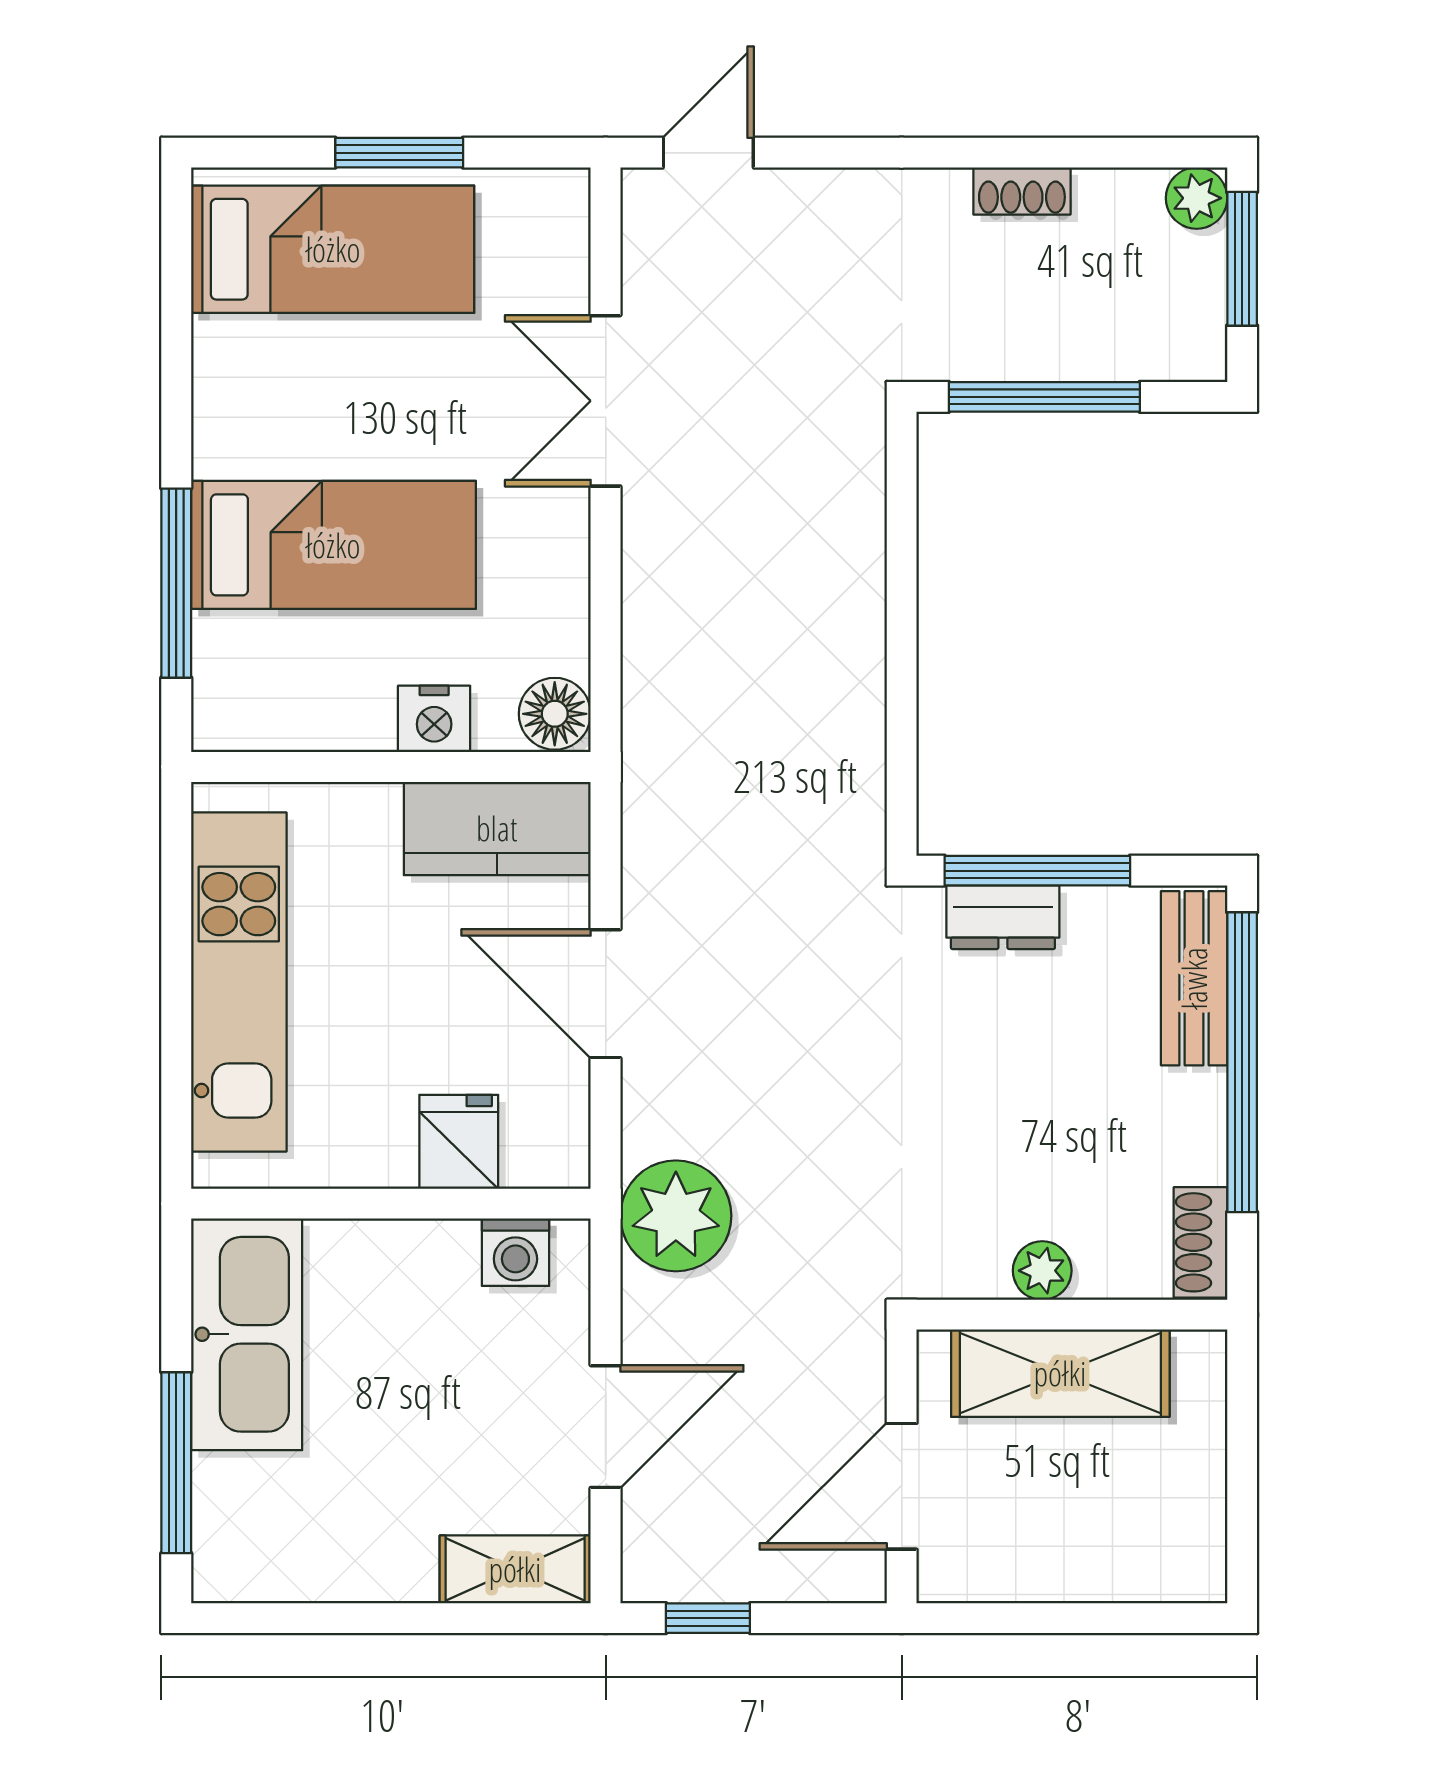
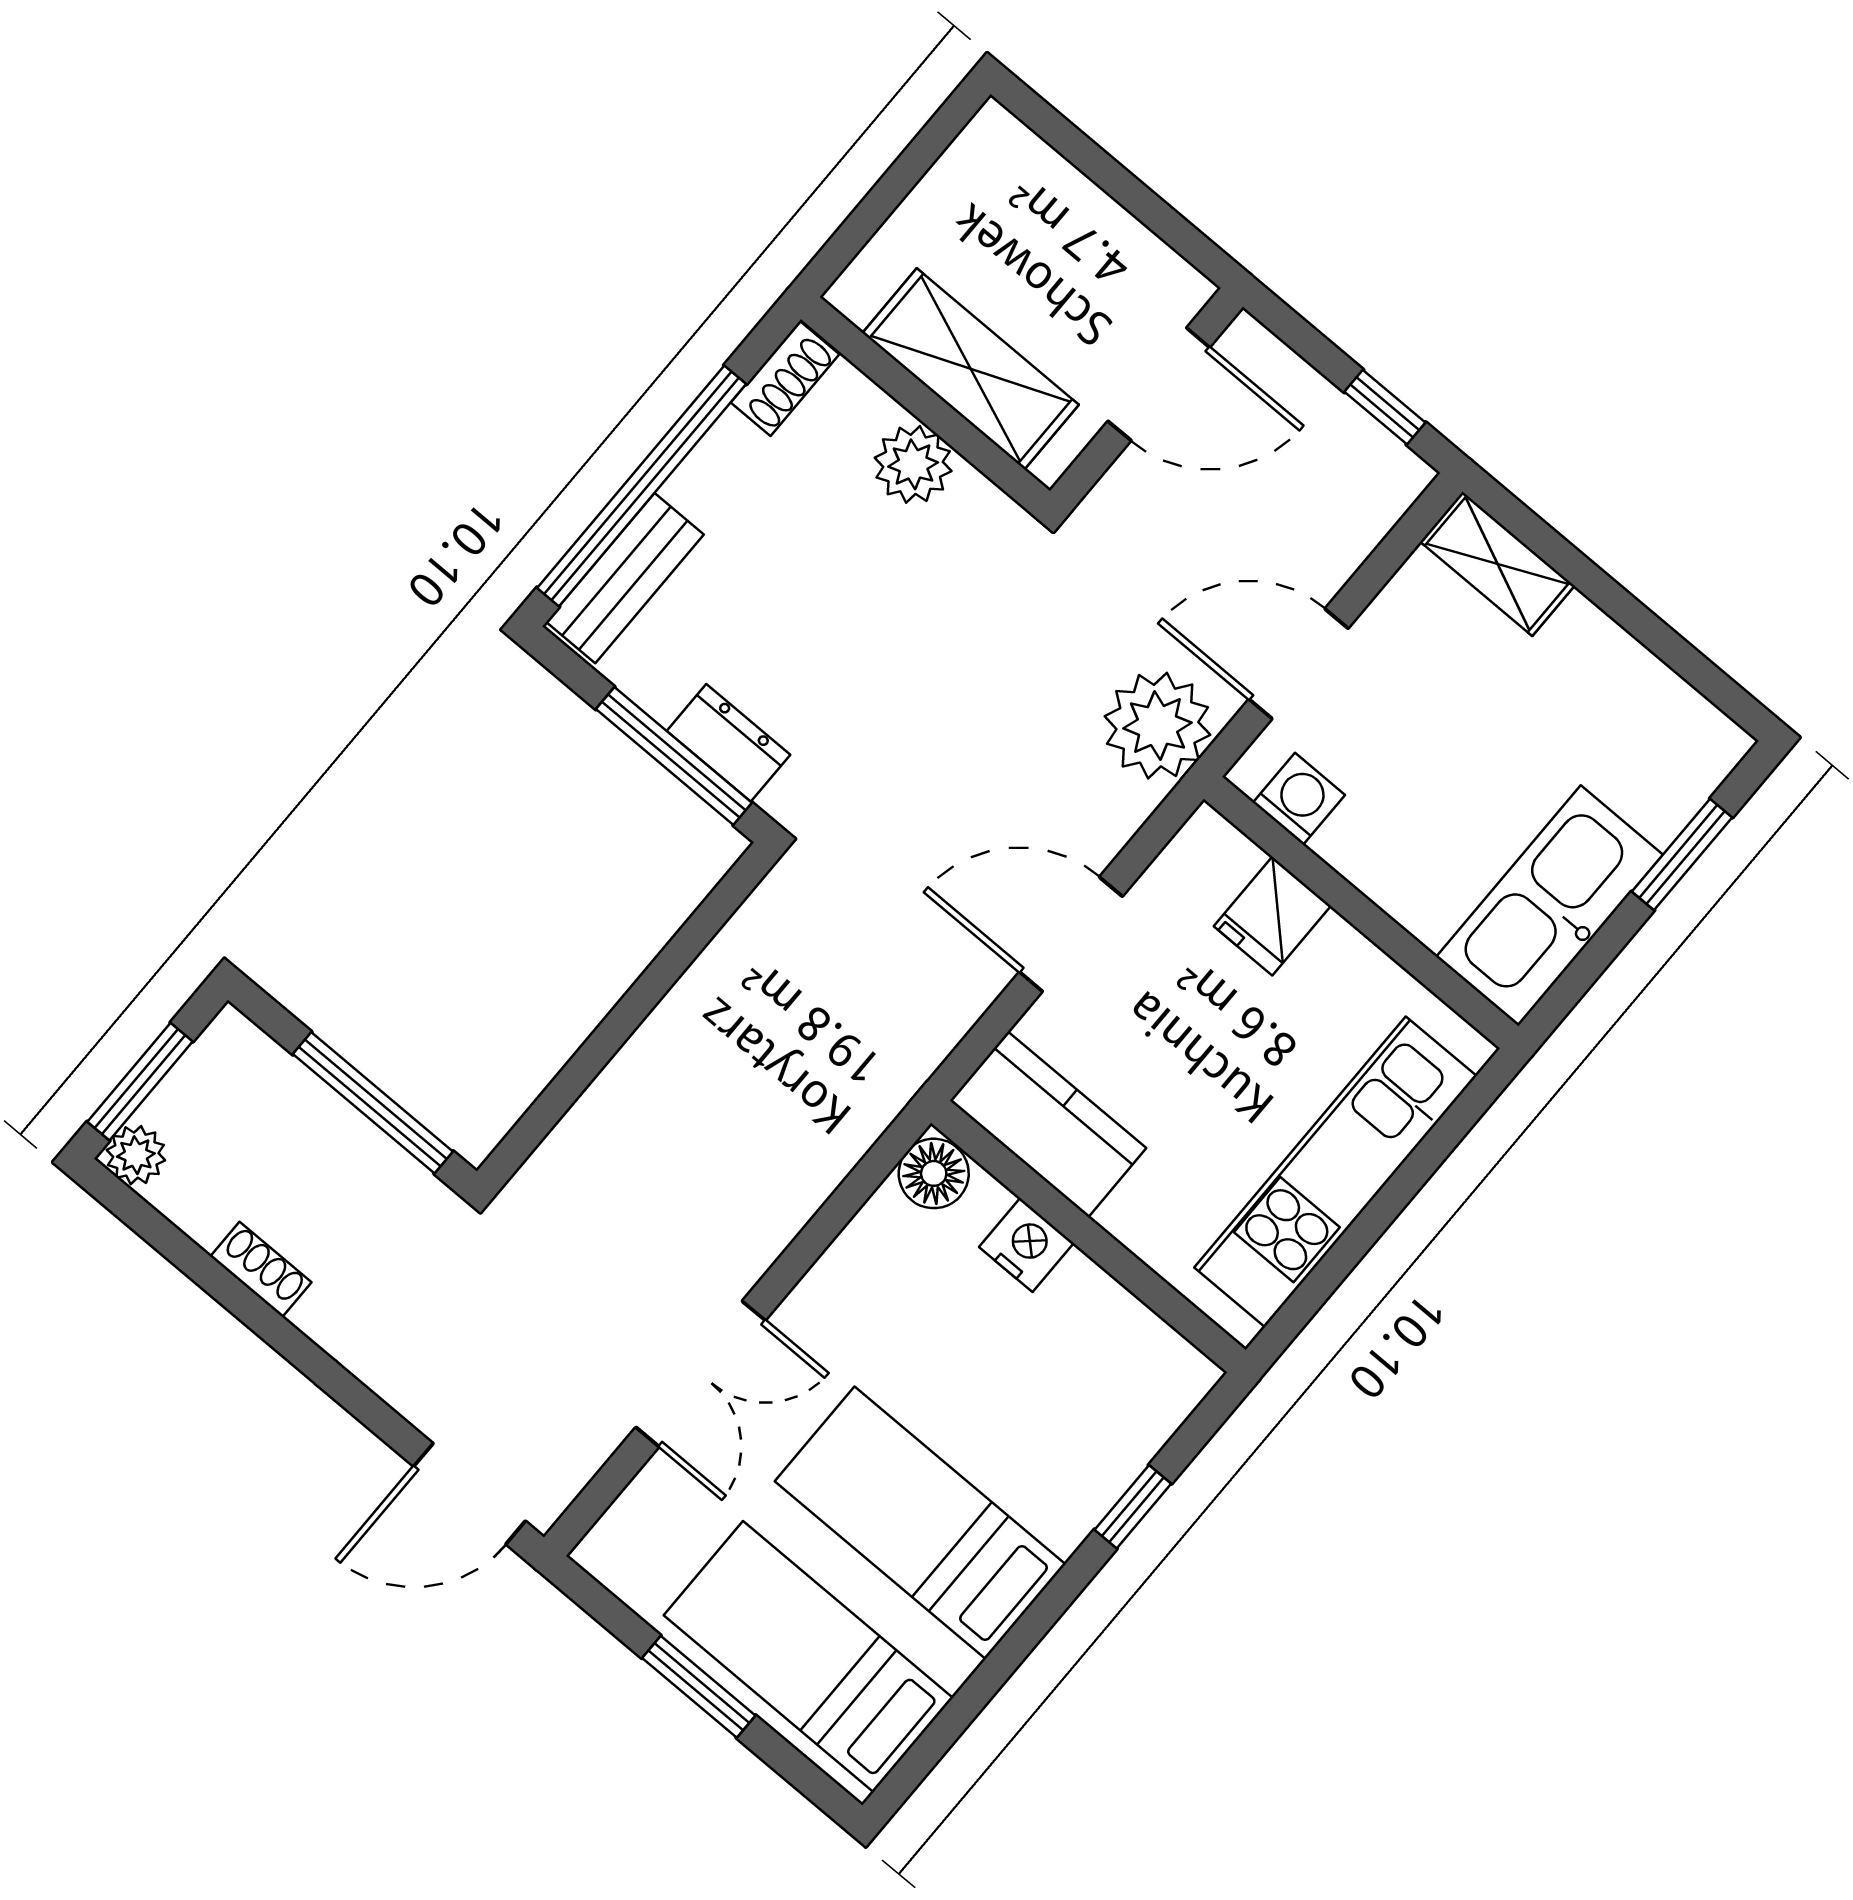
door: (708, 153) -> (470, 1494), width x1.38
bed: (333, 545) -> (920, 1523), moved
window: (176, 583) -> (1133, 1507), width x0.46
door: (606, 994) -> (1071, 934), swing flipped
plant: (1042, 1271) -> (913, 464), width x1.38, depth x1.38
door: (606, 1427) -> (1299, 664), moved
window: (176, 1463) -> (1682, 854), width x0.69

